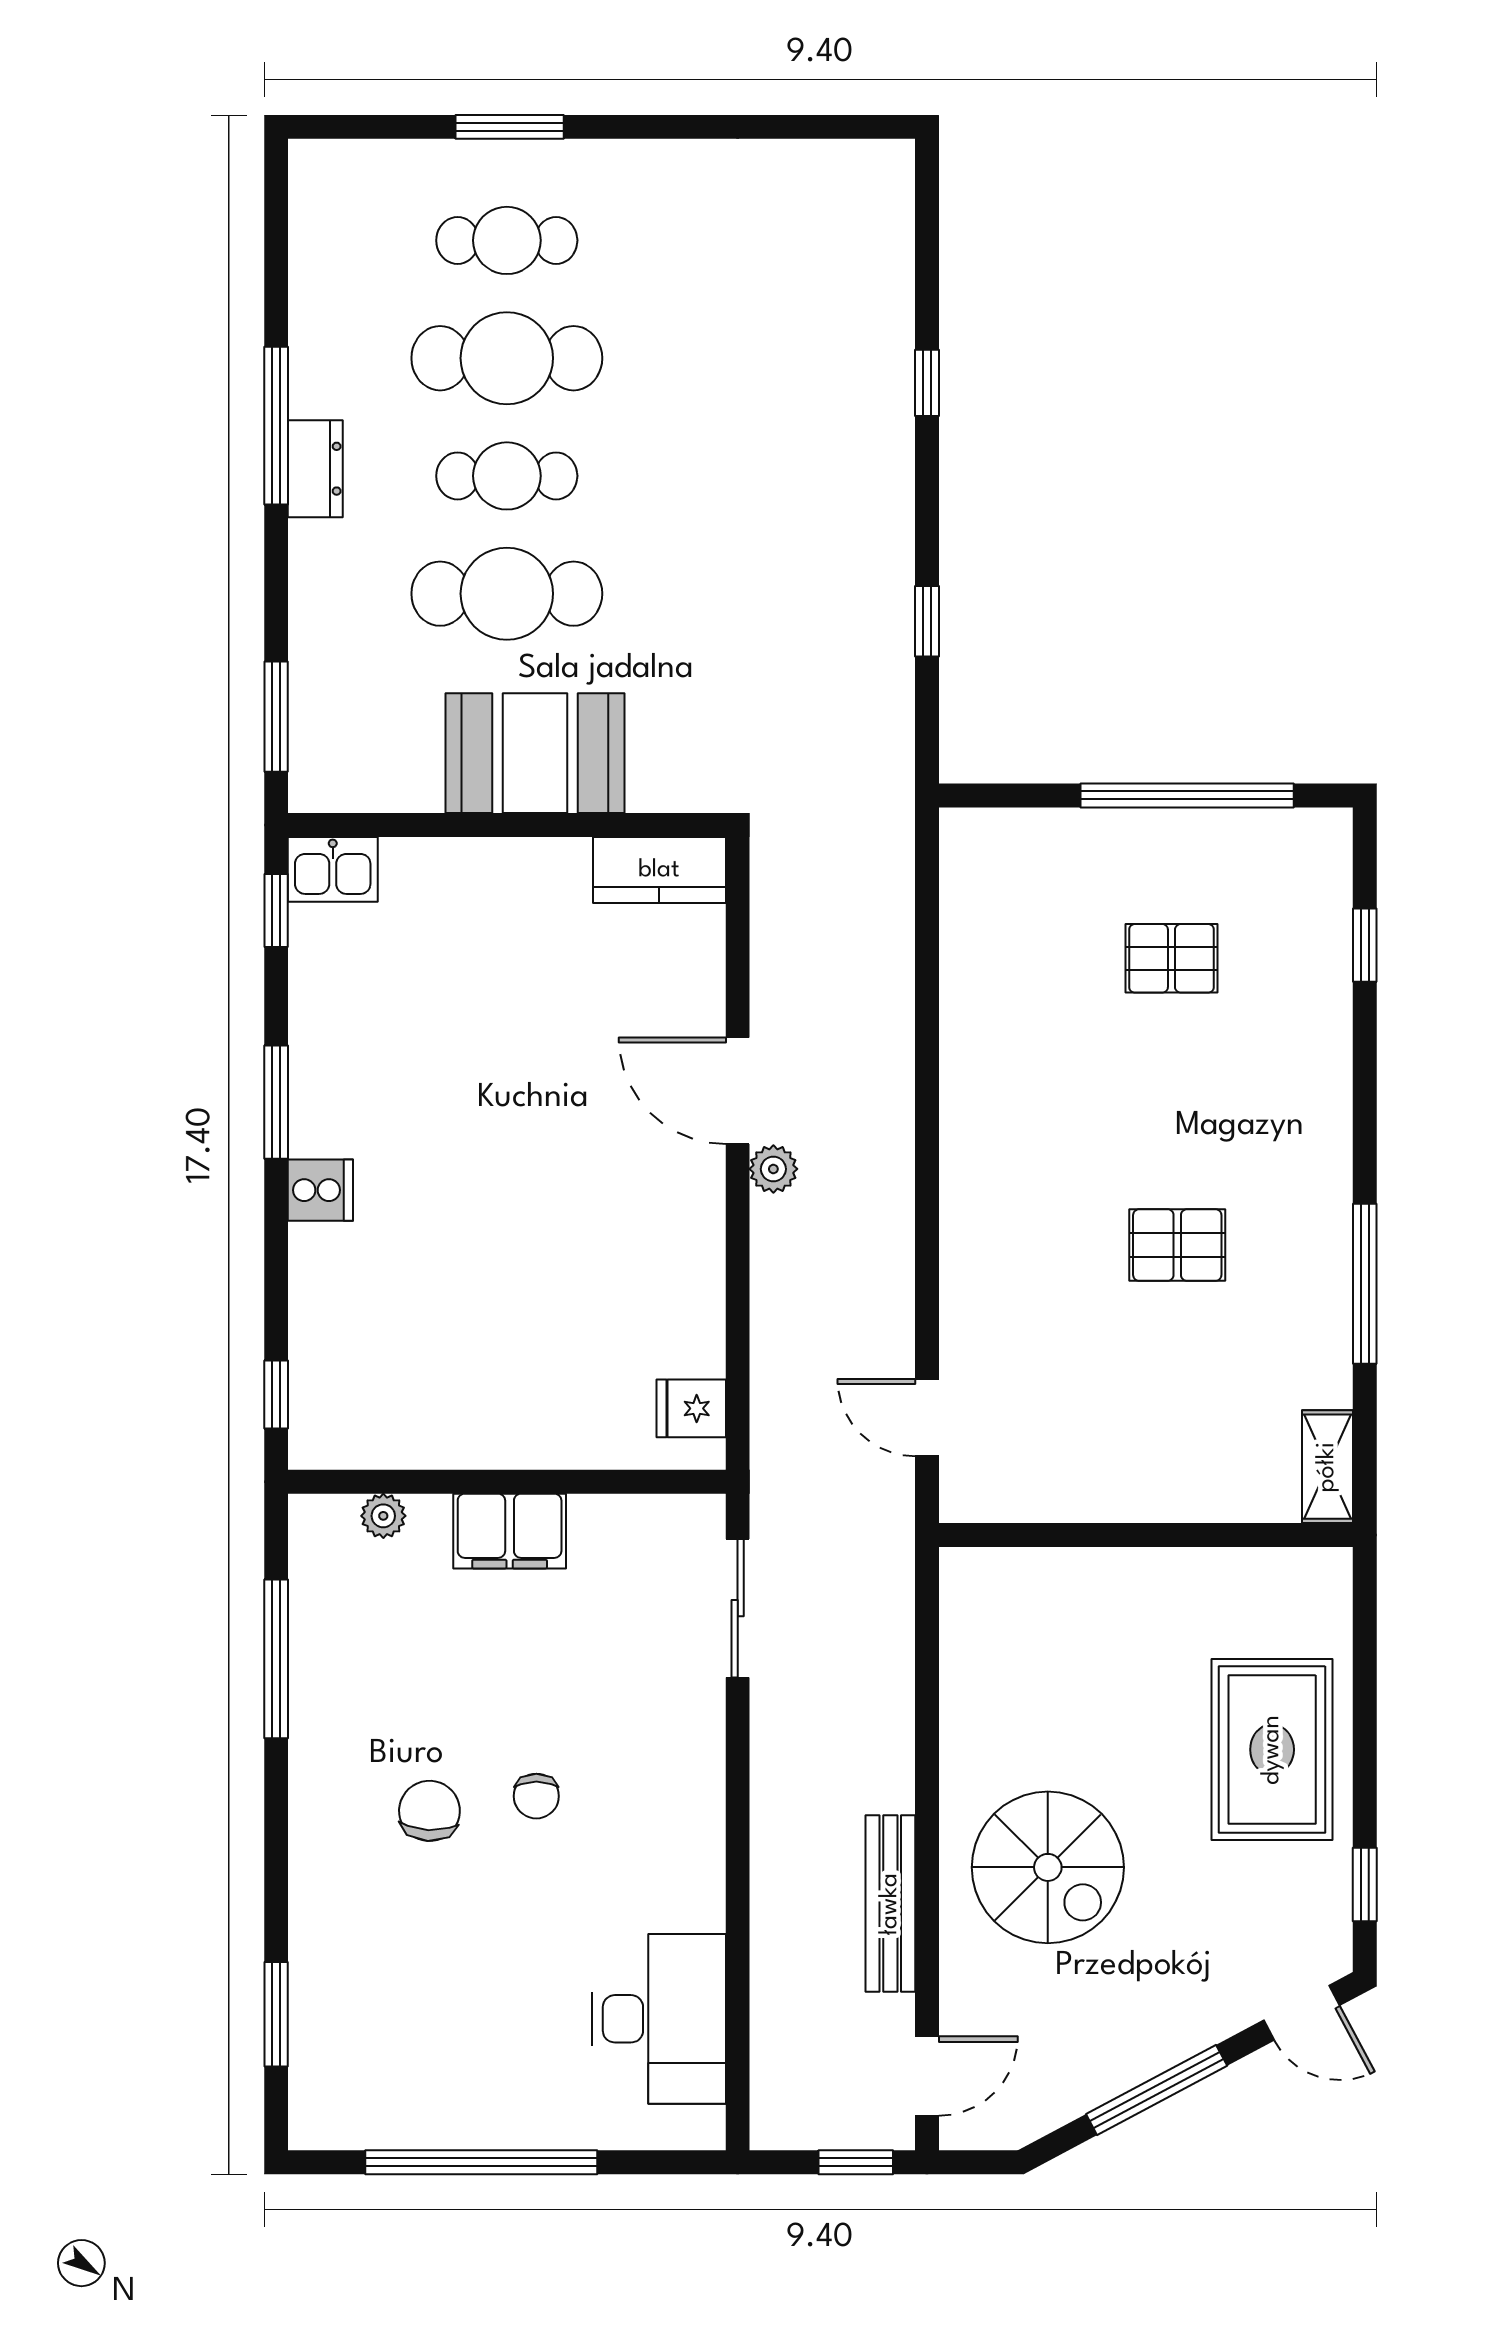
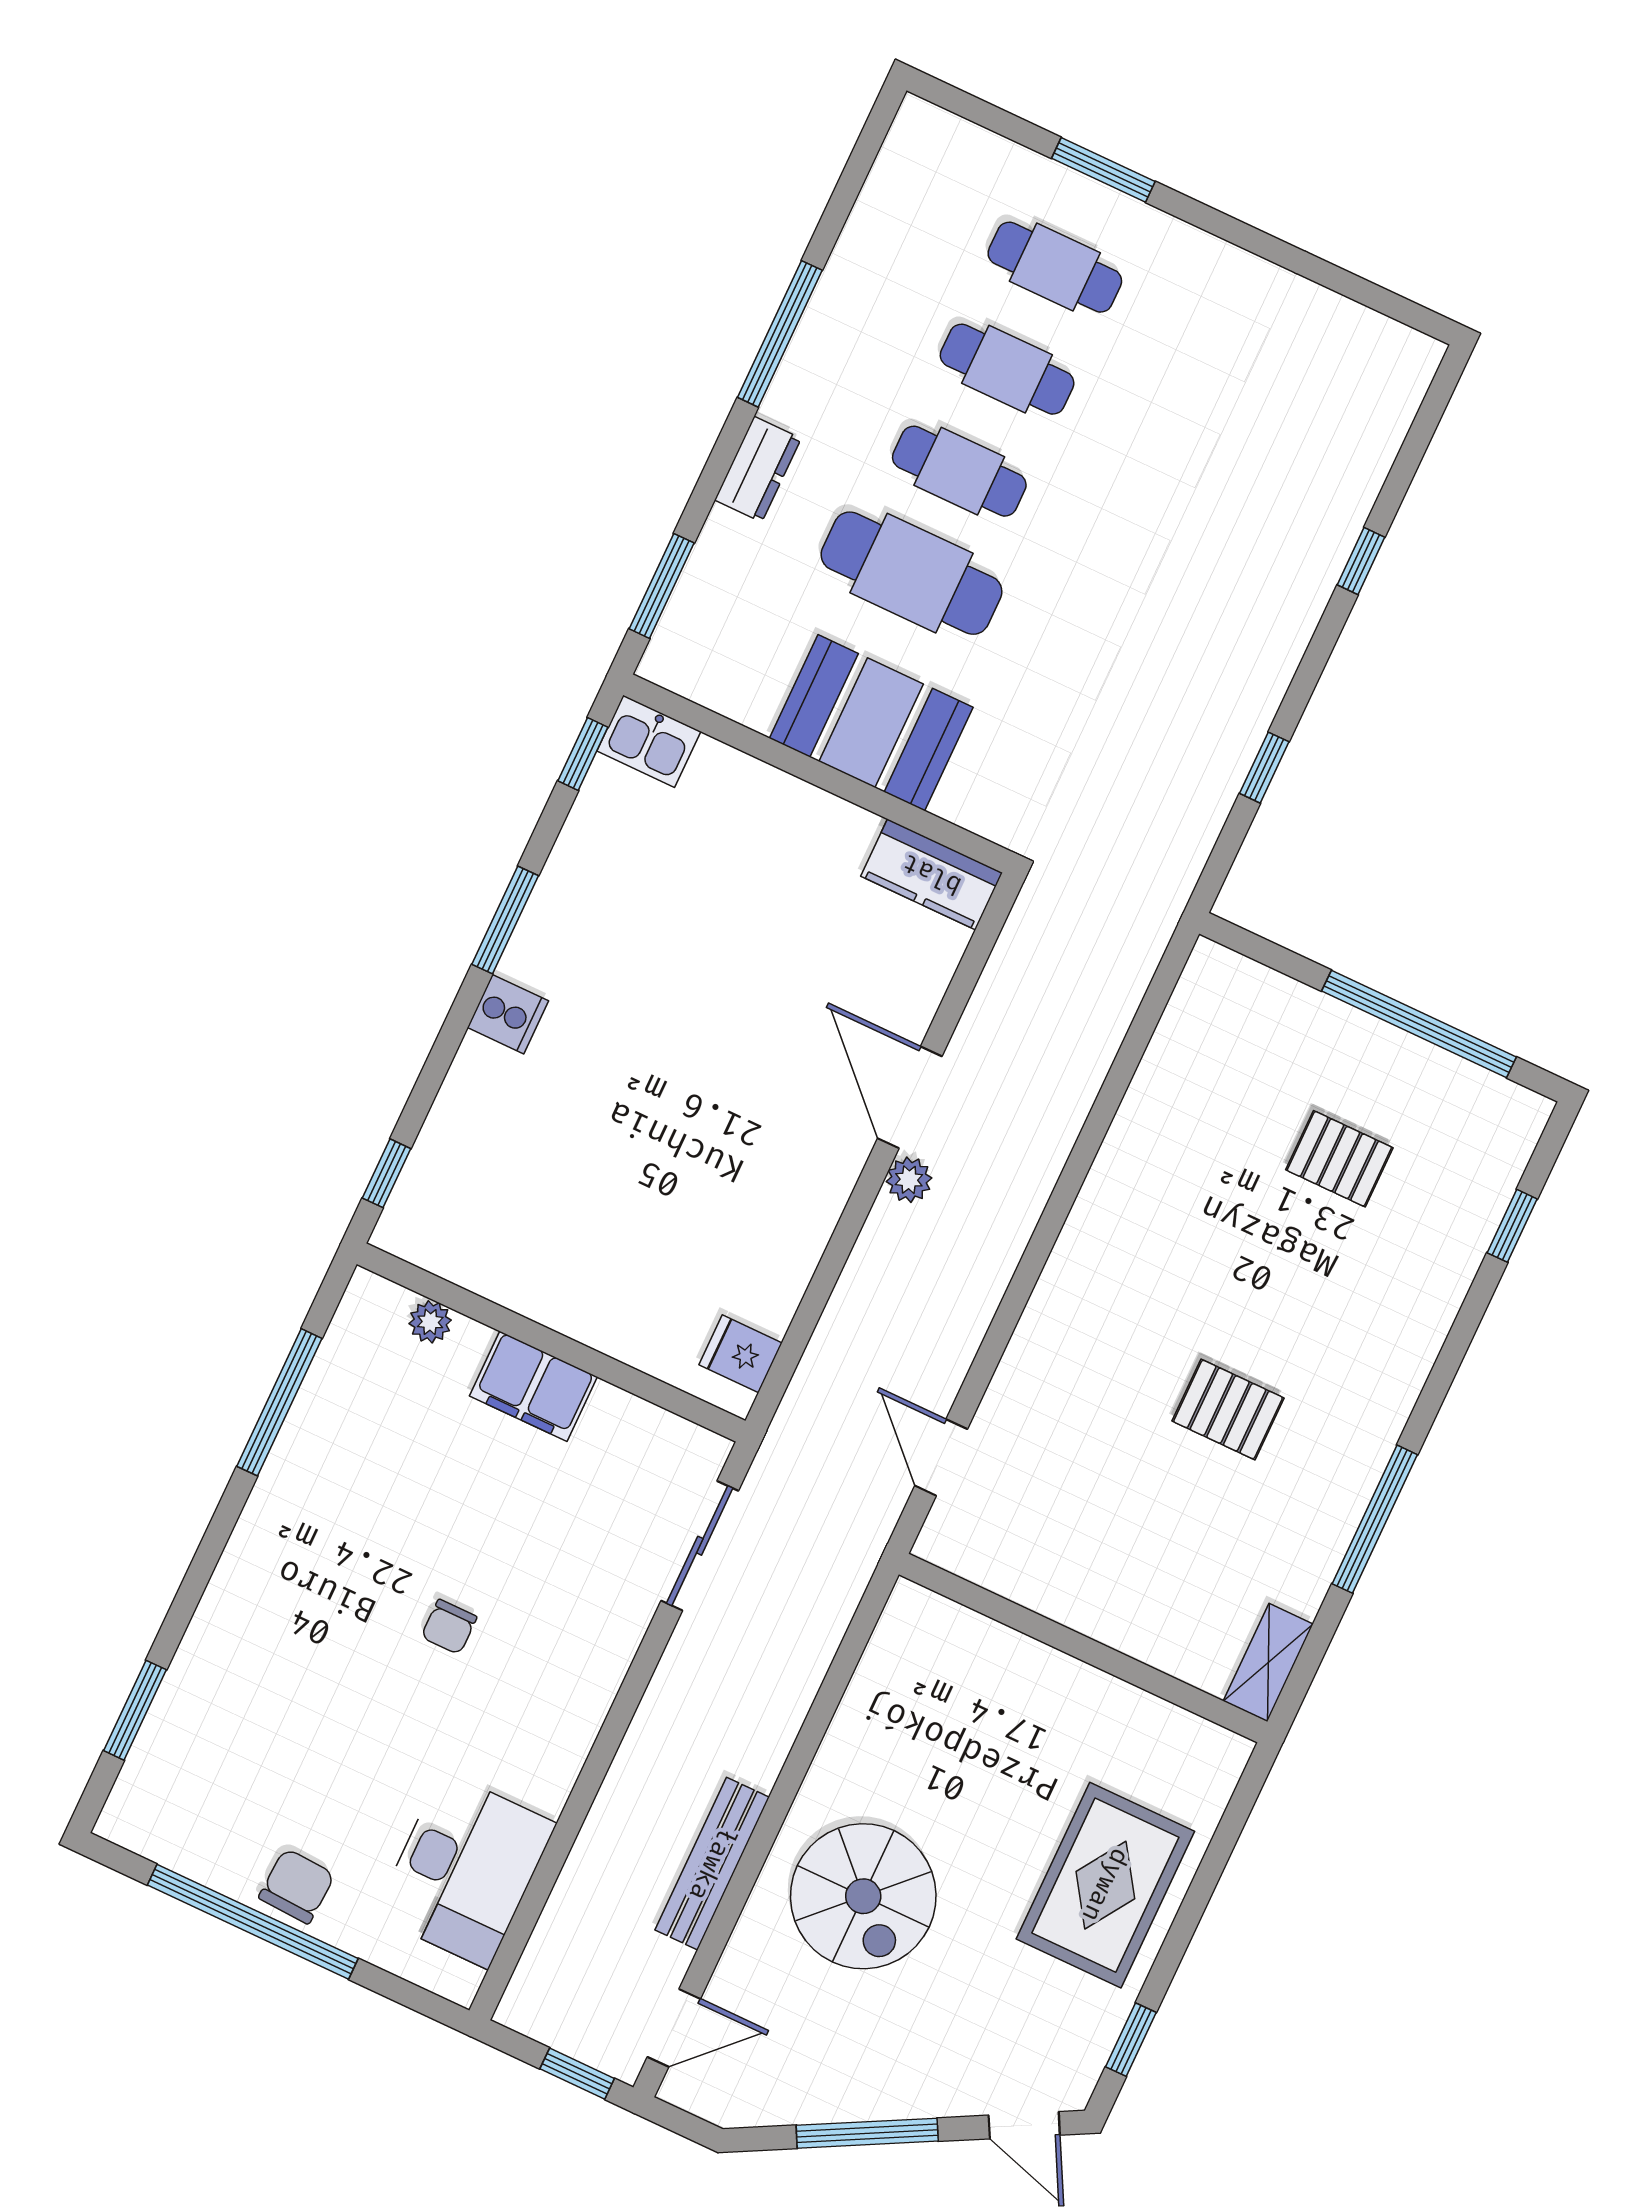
cafe table: (507, 358) -> (1007, 369), width x0.73, depth x0.74
dresser: (315, 469) -> (758, 469), moved
chair: (429, 1811) -> (297, 1886), moved

